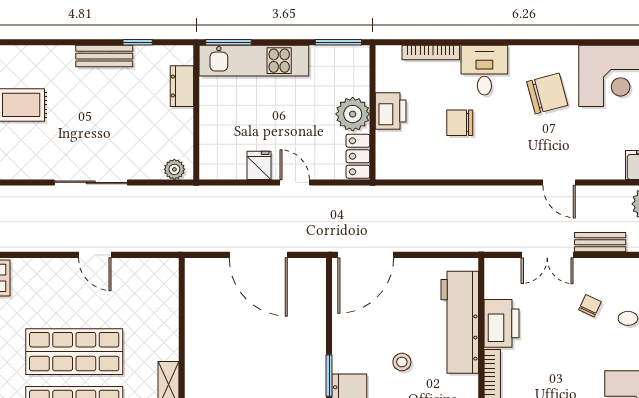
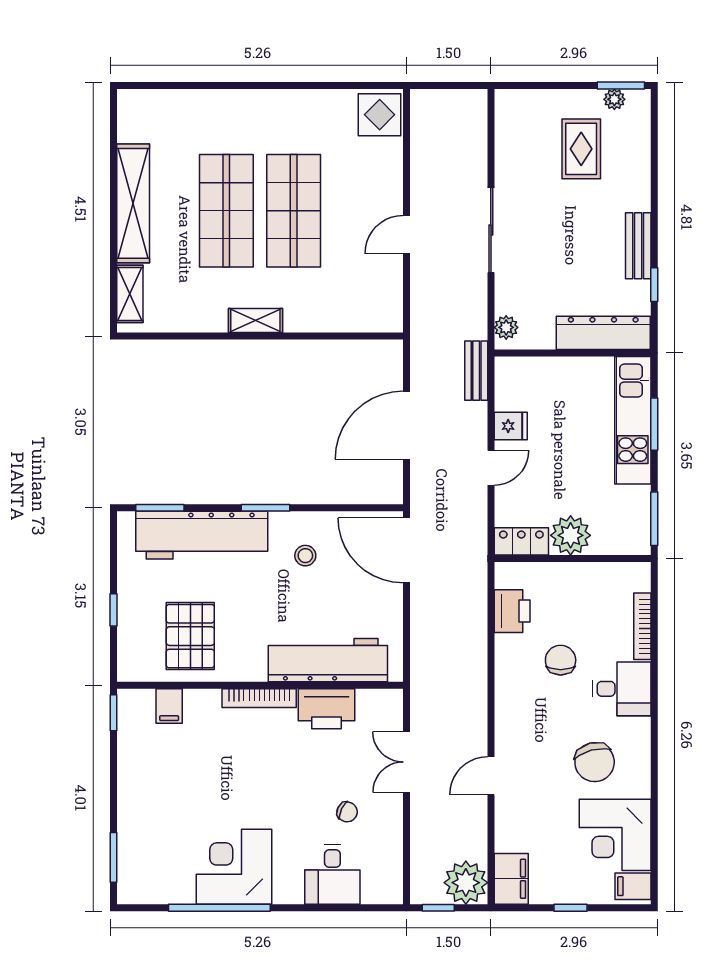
window: (228, 42) -> (654, 424), moved
dresser: (182, 86) -> (603, 333), width x1.96, depth x1.24
printer: (391, 111) -> (512, 611), moved, turned -90
bench: (600, 242) -> (476, 371), moved
stool: (402, 362) -> (305, 556), moved

